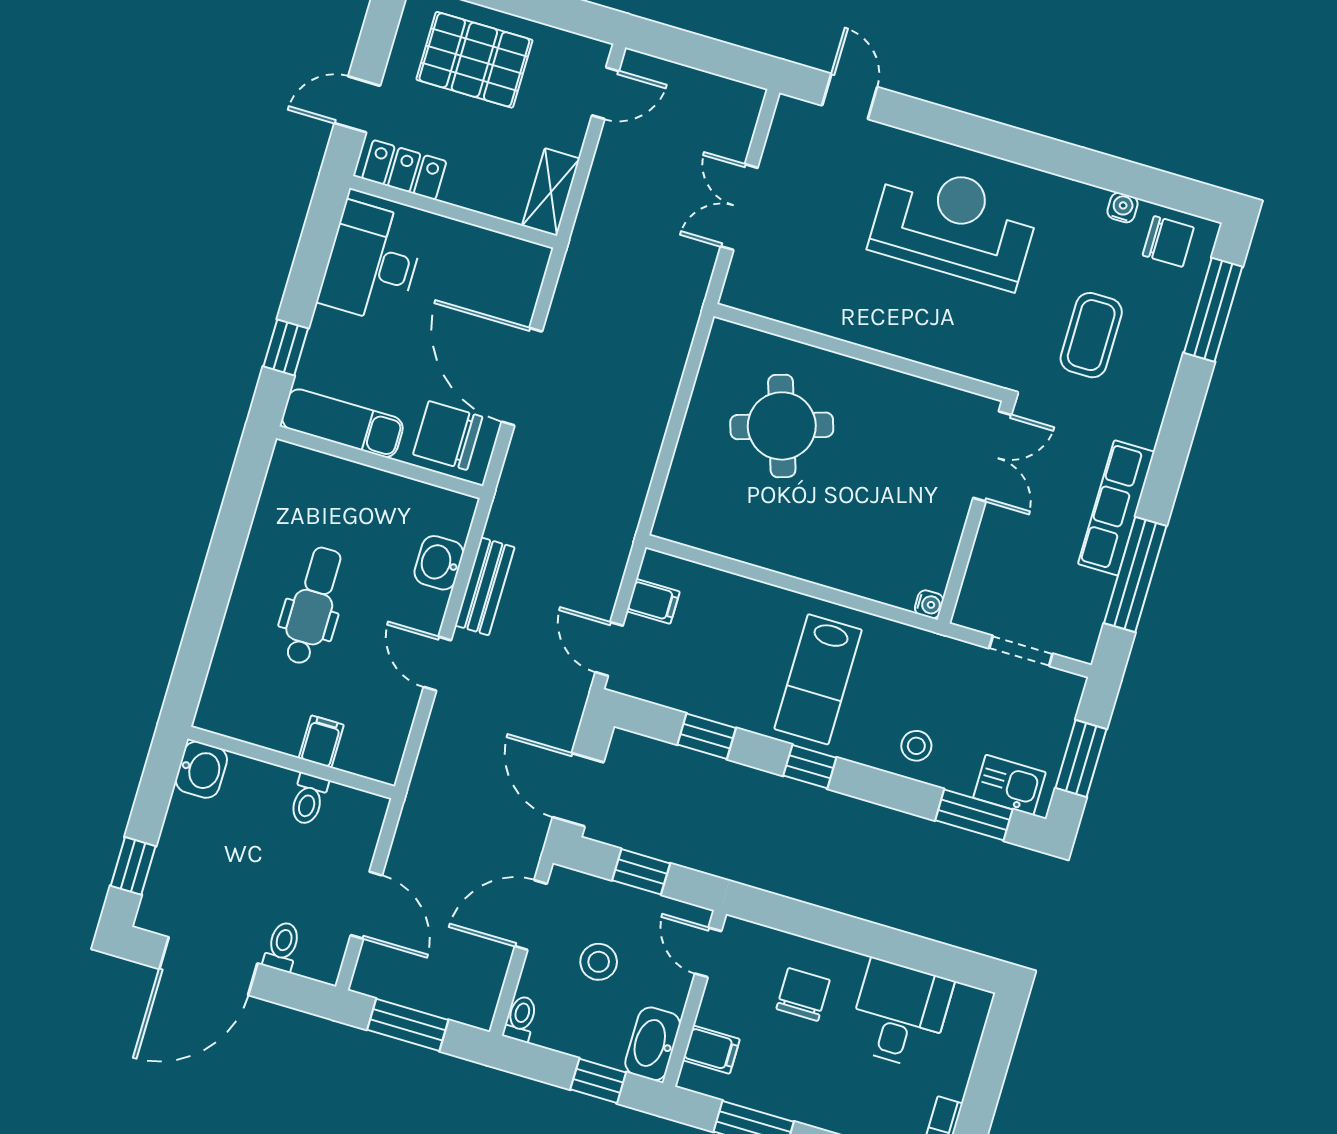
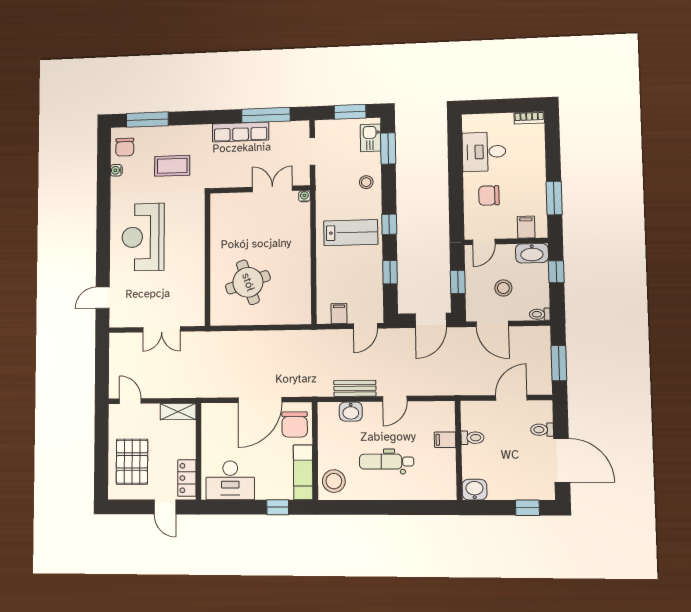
chair: (1168, 241) -> (125, 147), turned 180
double door: (992, 456) -> (272, 189), moved
stool: (305, 483) -> (334, 481), added

